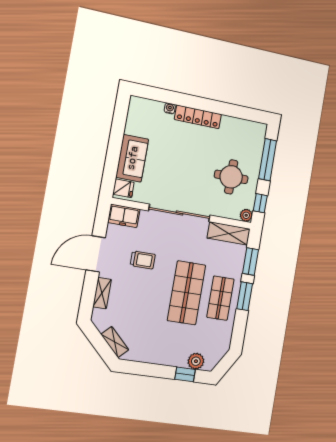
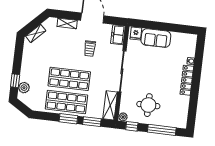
shop shelf: (220, 298) -> (66, 102), width x1.43, depth x1.36

